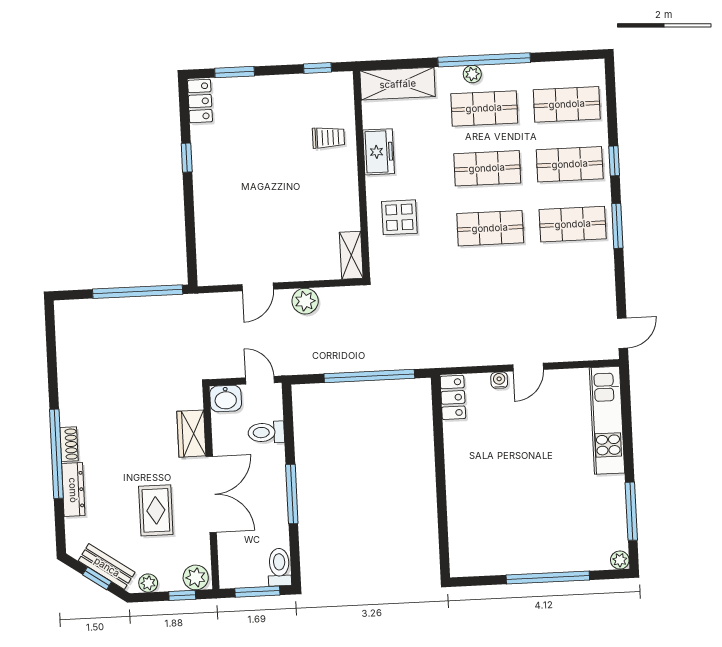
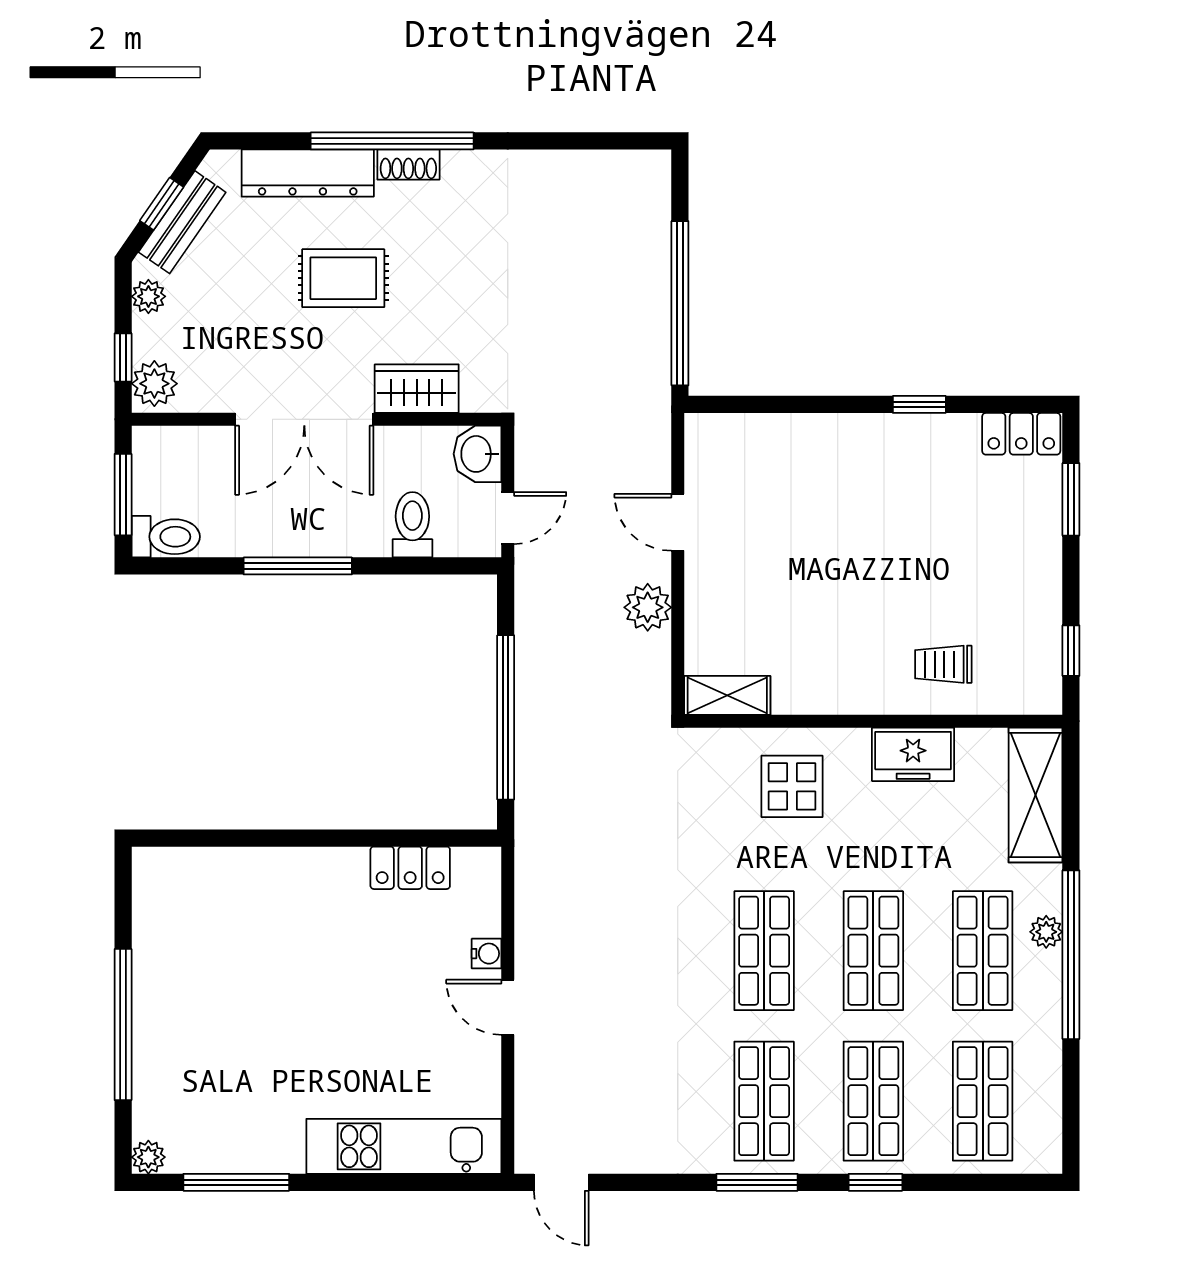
trolley: (328, 138) -> (943, 664), turned 90
locker: (453, 397) -> (410, 868), moved
dresser: (73, 490) -> (308, 173), width x1.37, depth x1.24
rug: (156, 510) -> (343, 278), moved

